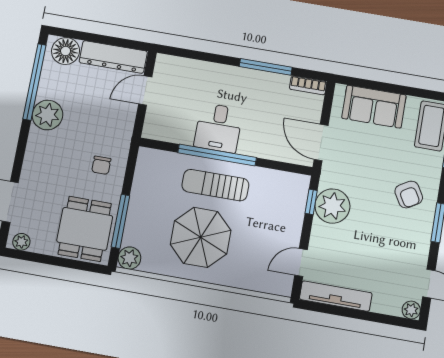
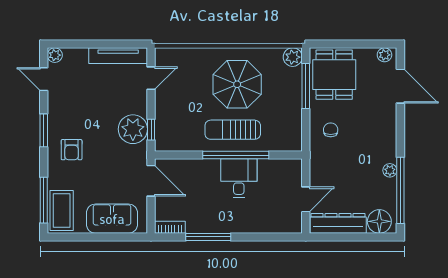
plant: (47, 115) -> (390, 170), width x0.53, depth x0.53
sun lounger: (215, 185) -> (233, 130), turned 180
armchair: (409, 194) -> (72, 150), turned -150

